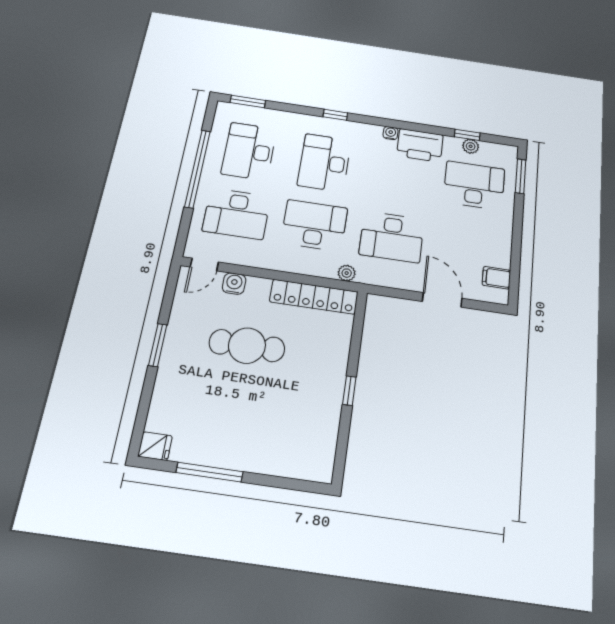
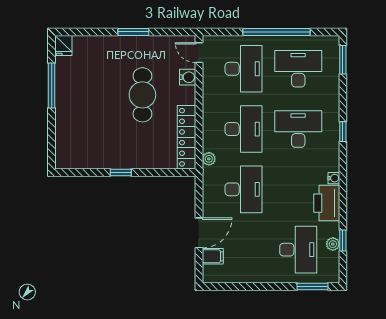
desk: (237, 214) -> (244, 69), turned 180
desk: (392, 237) -> (244, 189), turned 180
filing cabinet: (496, 278) -> (213, 256), moved, turned 90

